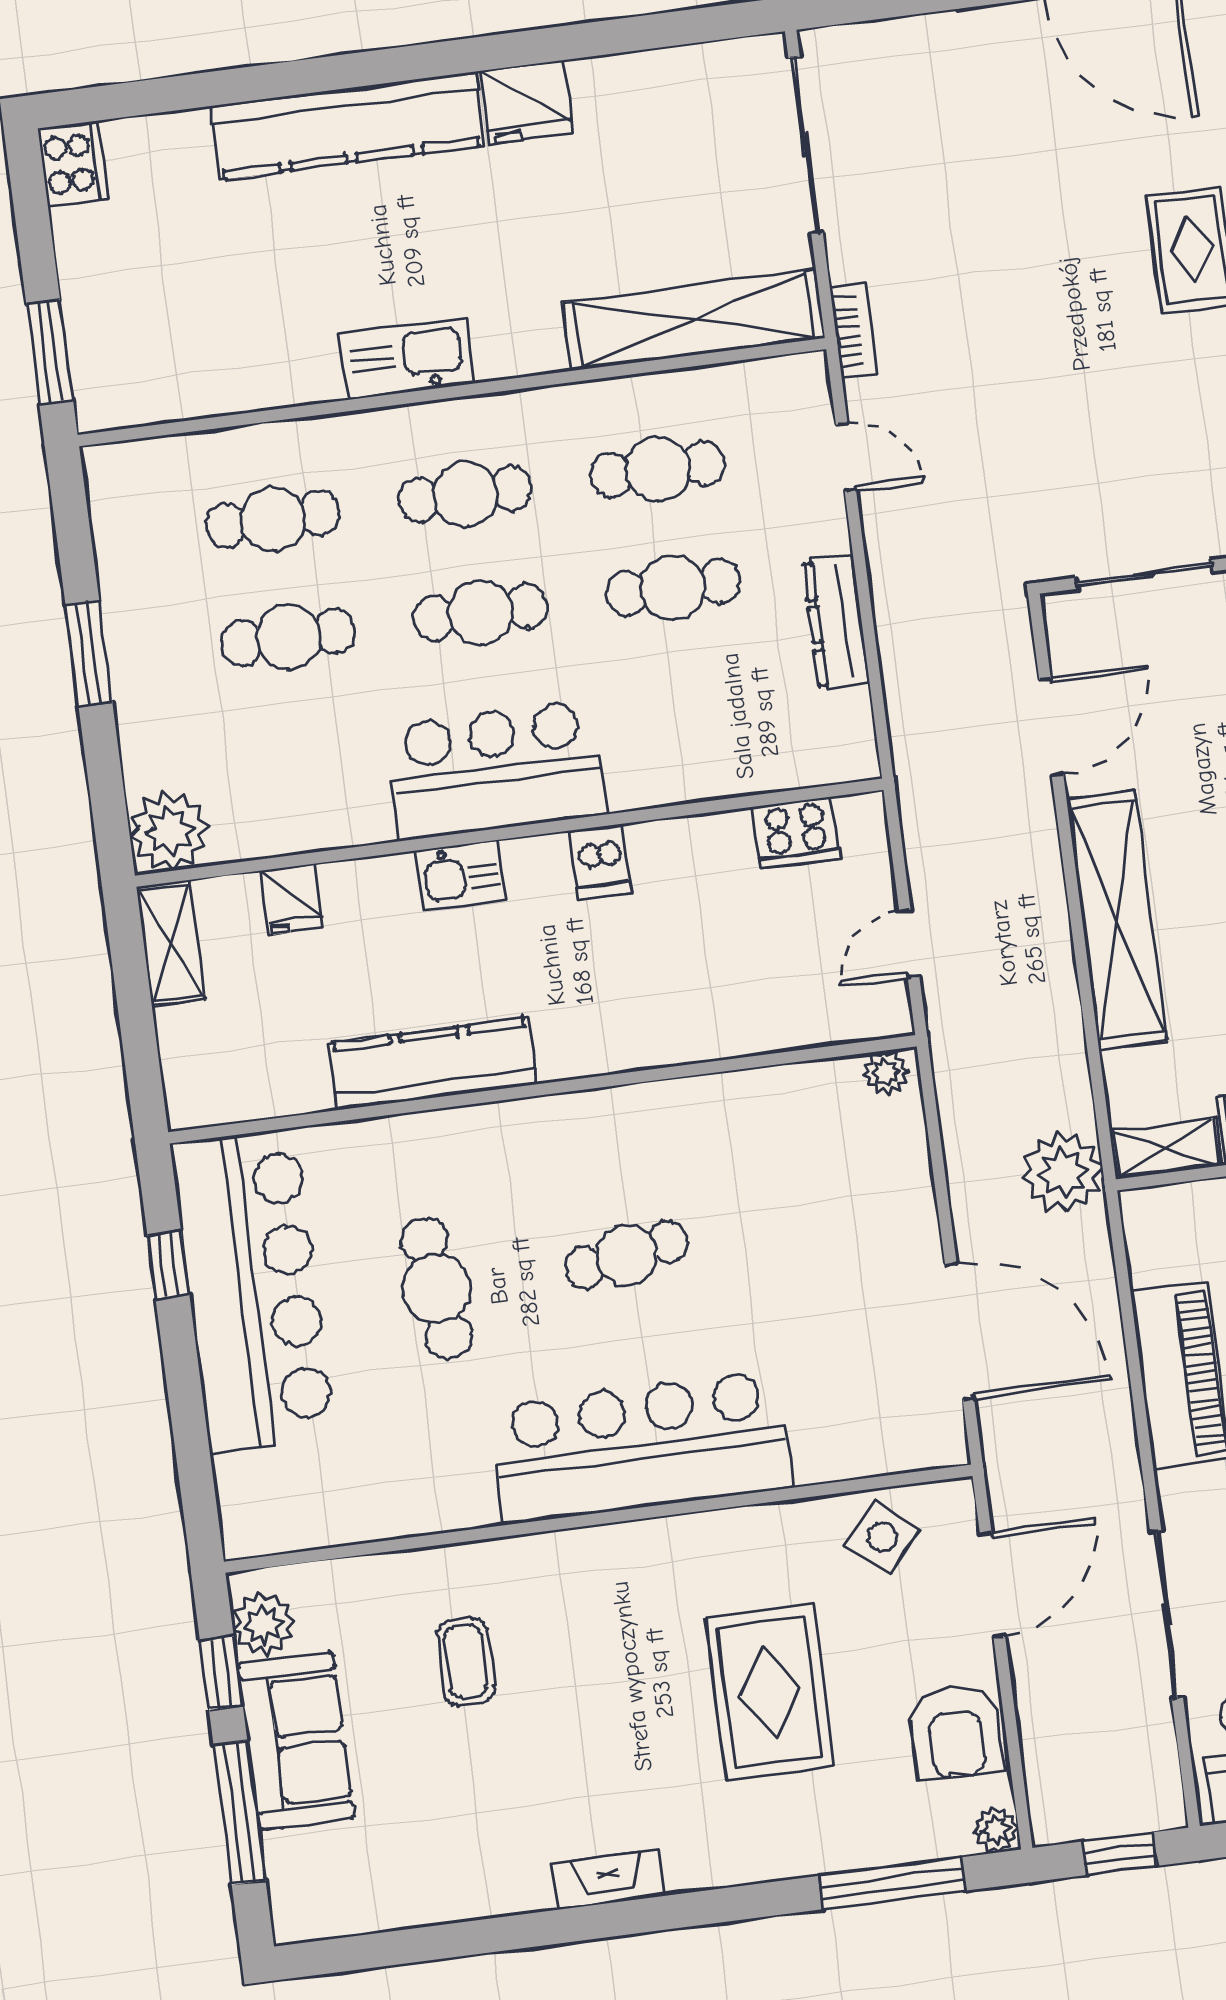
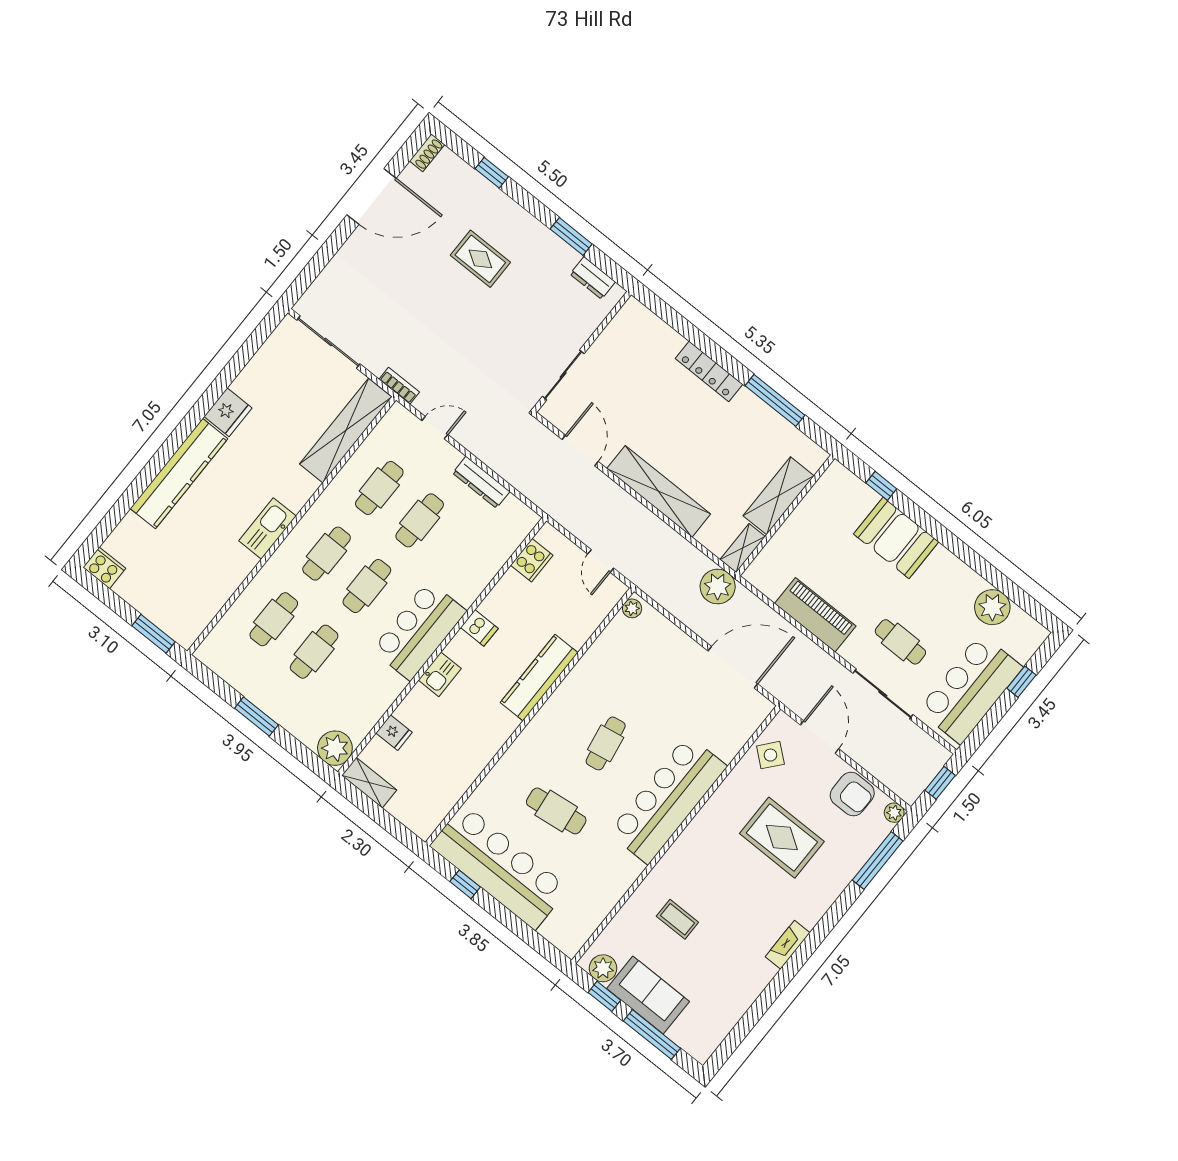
kitchen counter: (433, 1064) -> (539, 678), moved

